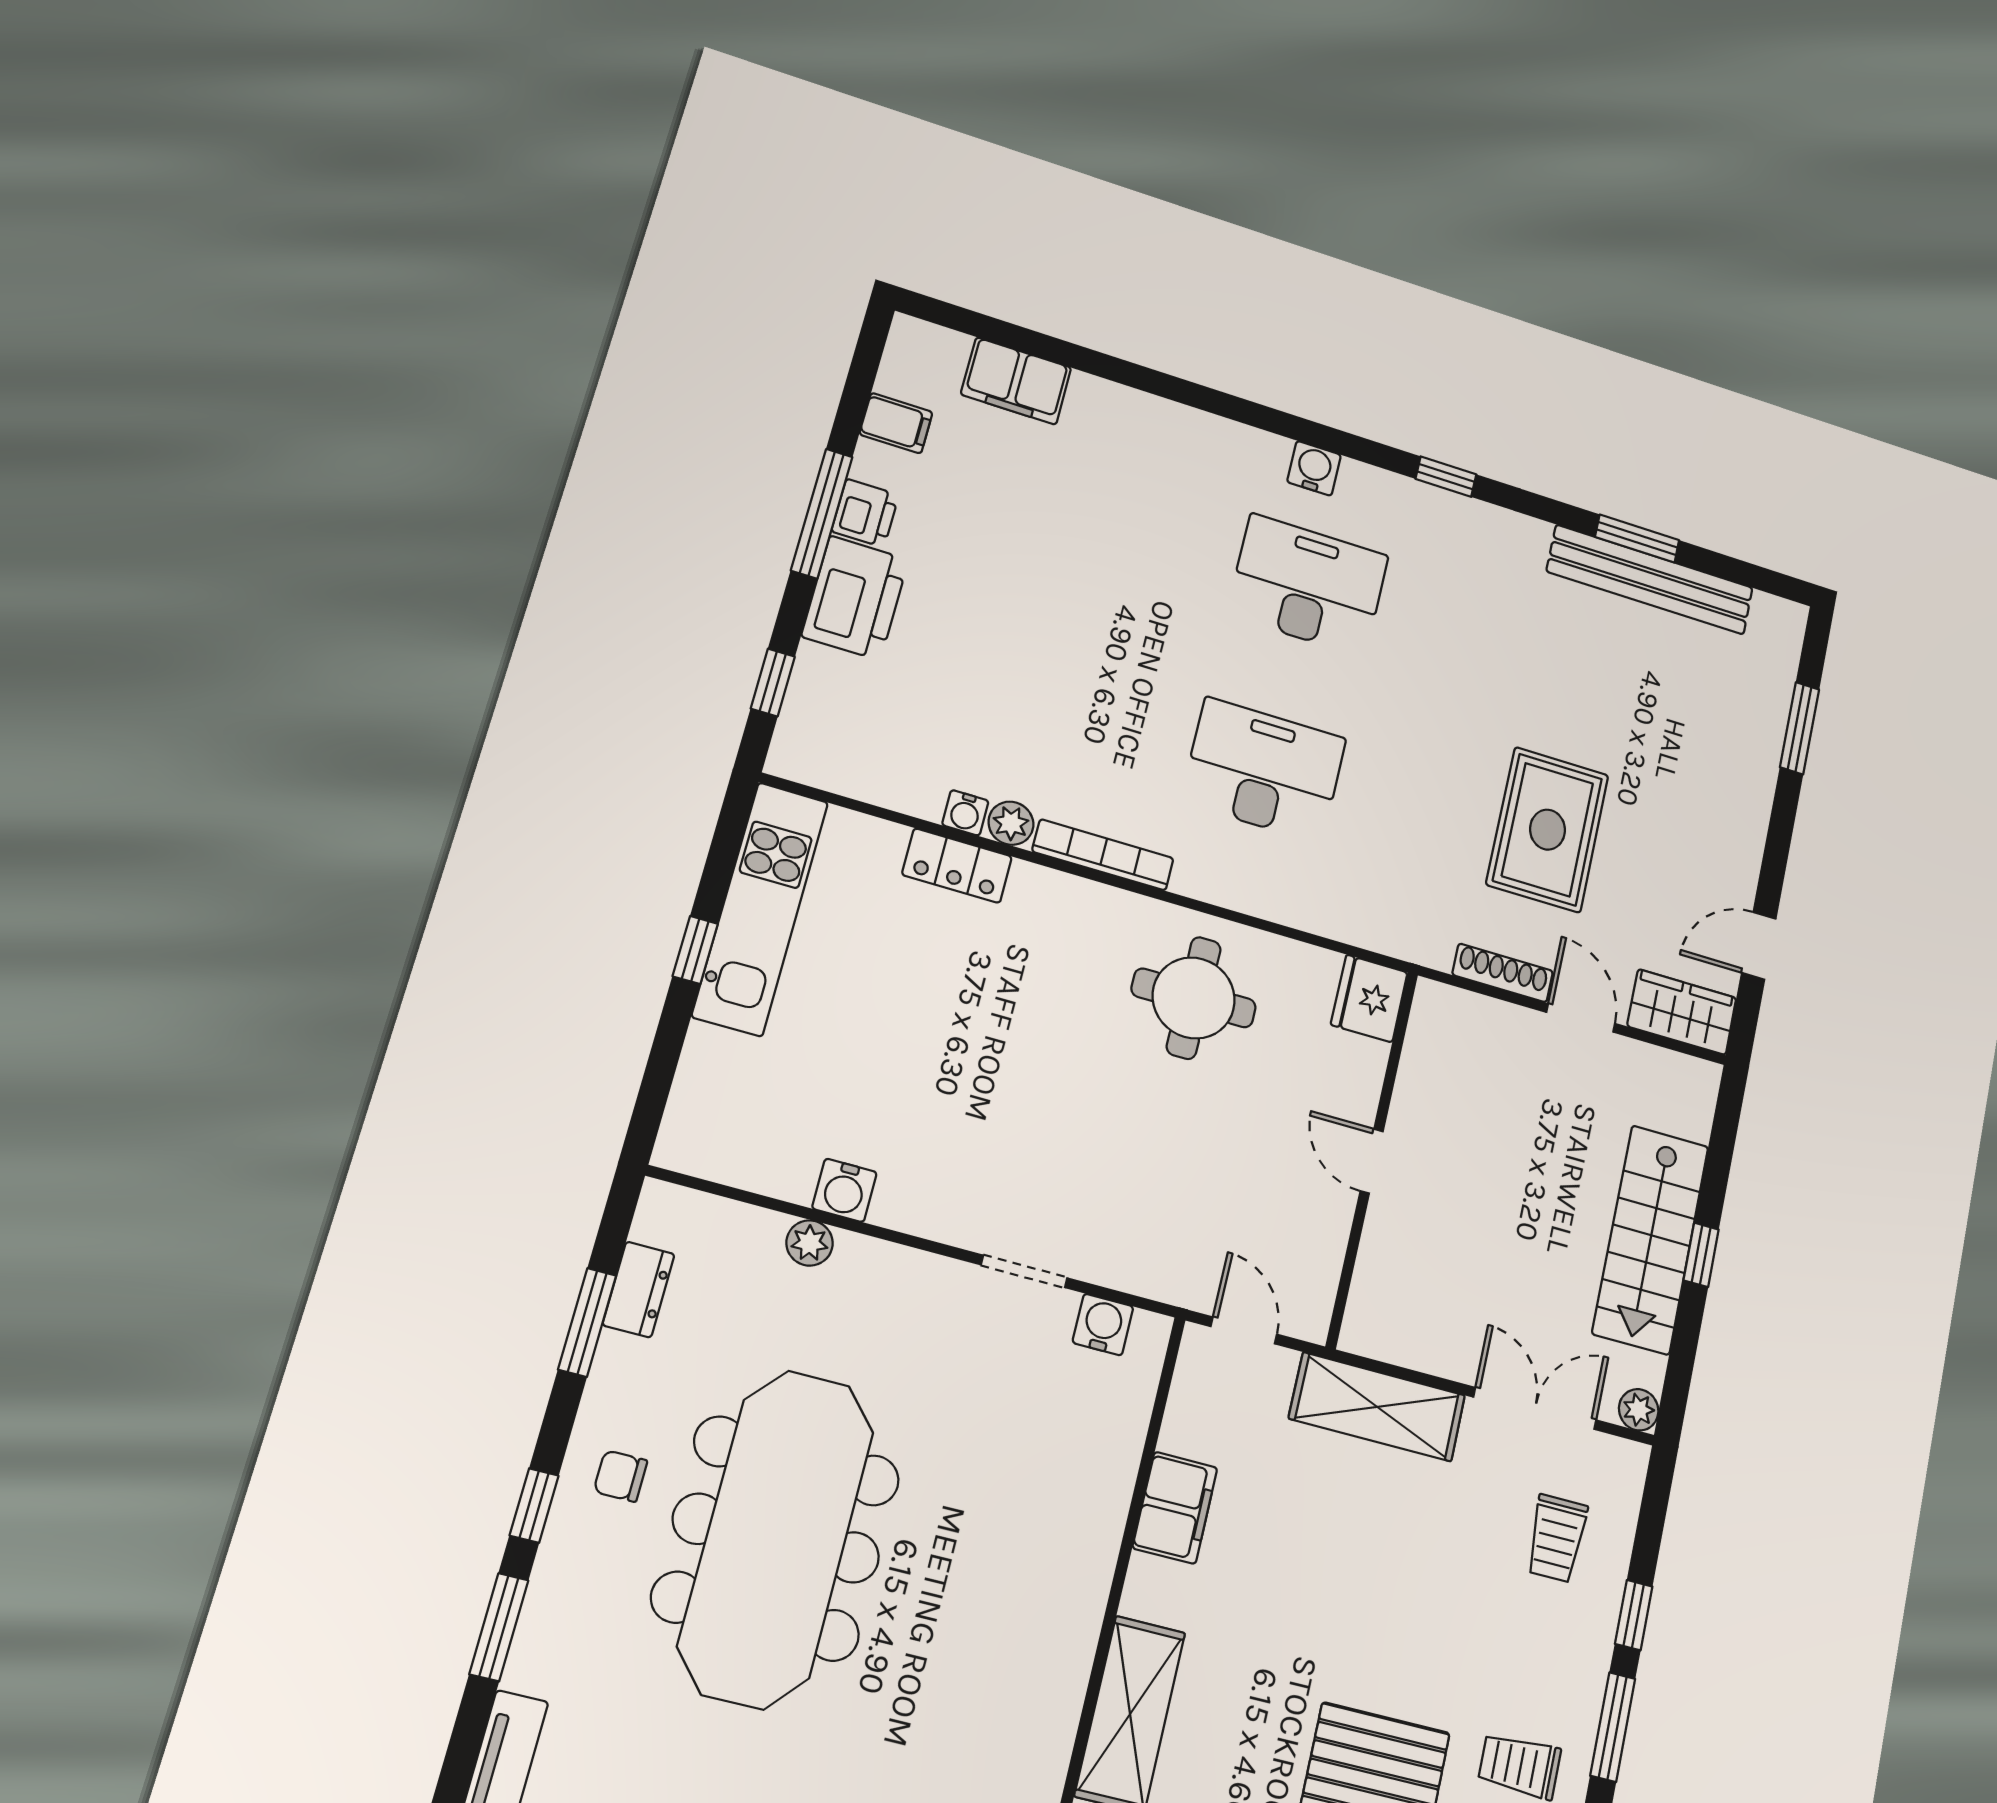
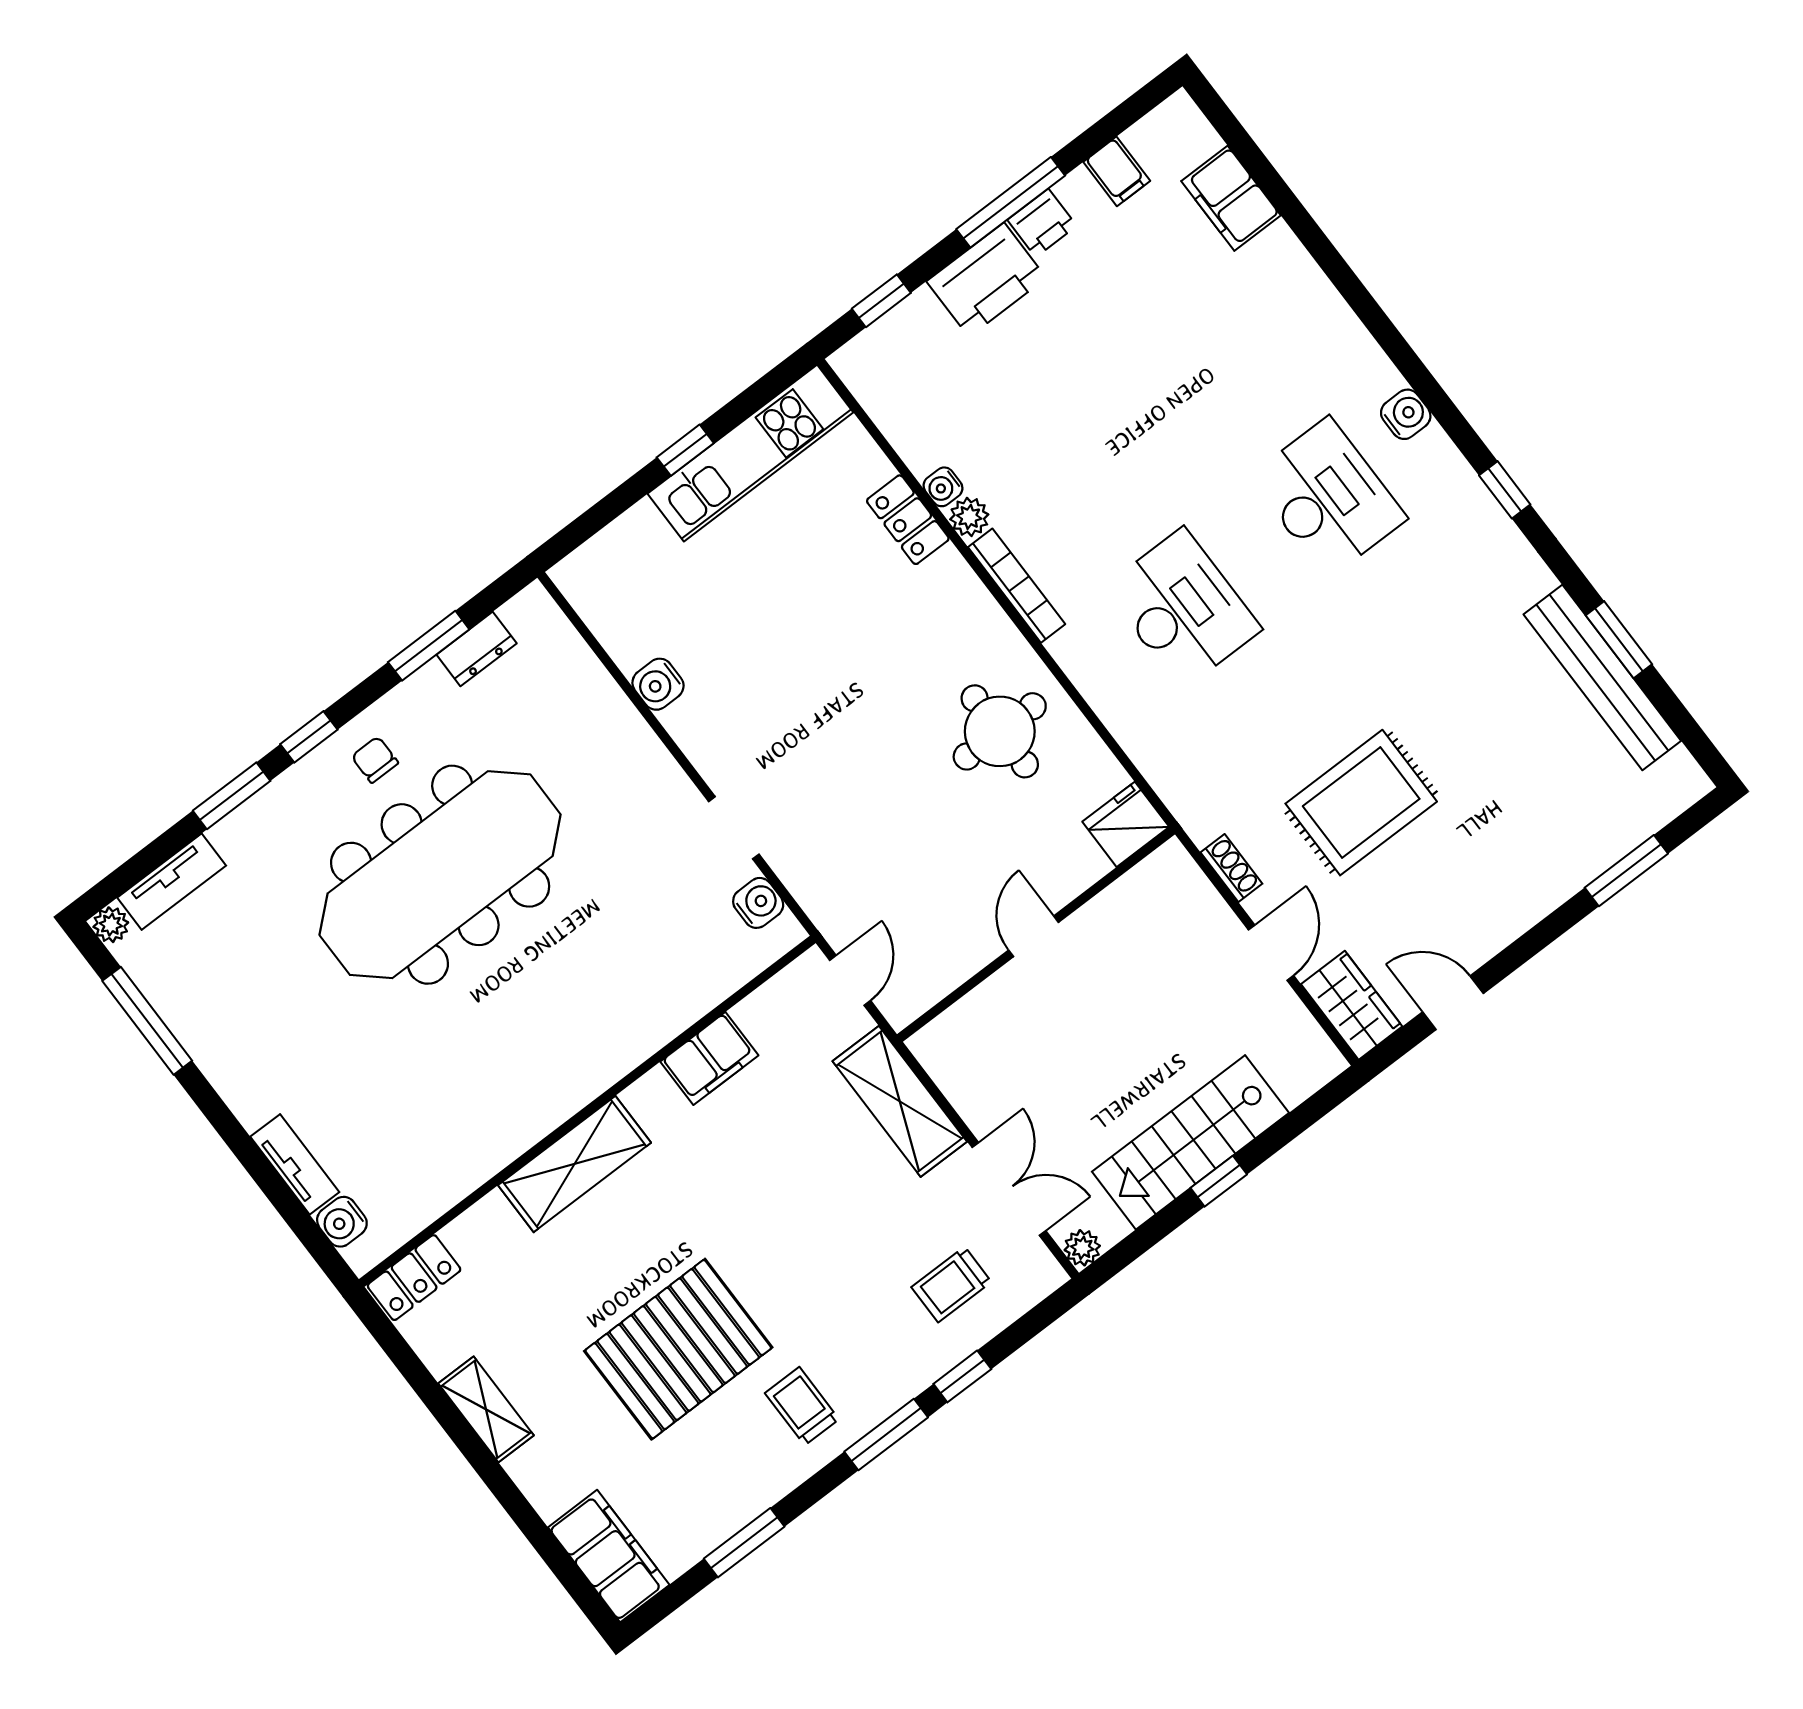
shoe rack: (1503, 973) -> (1231, 868), width x0.70
plant: (810, 1243) -> (608, 702), removed

